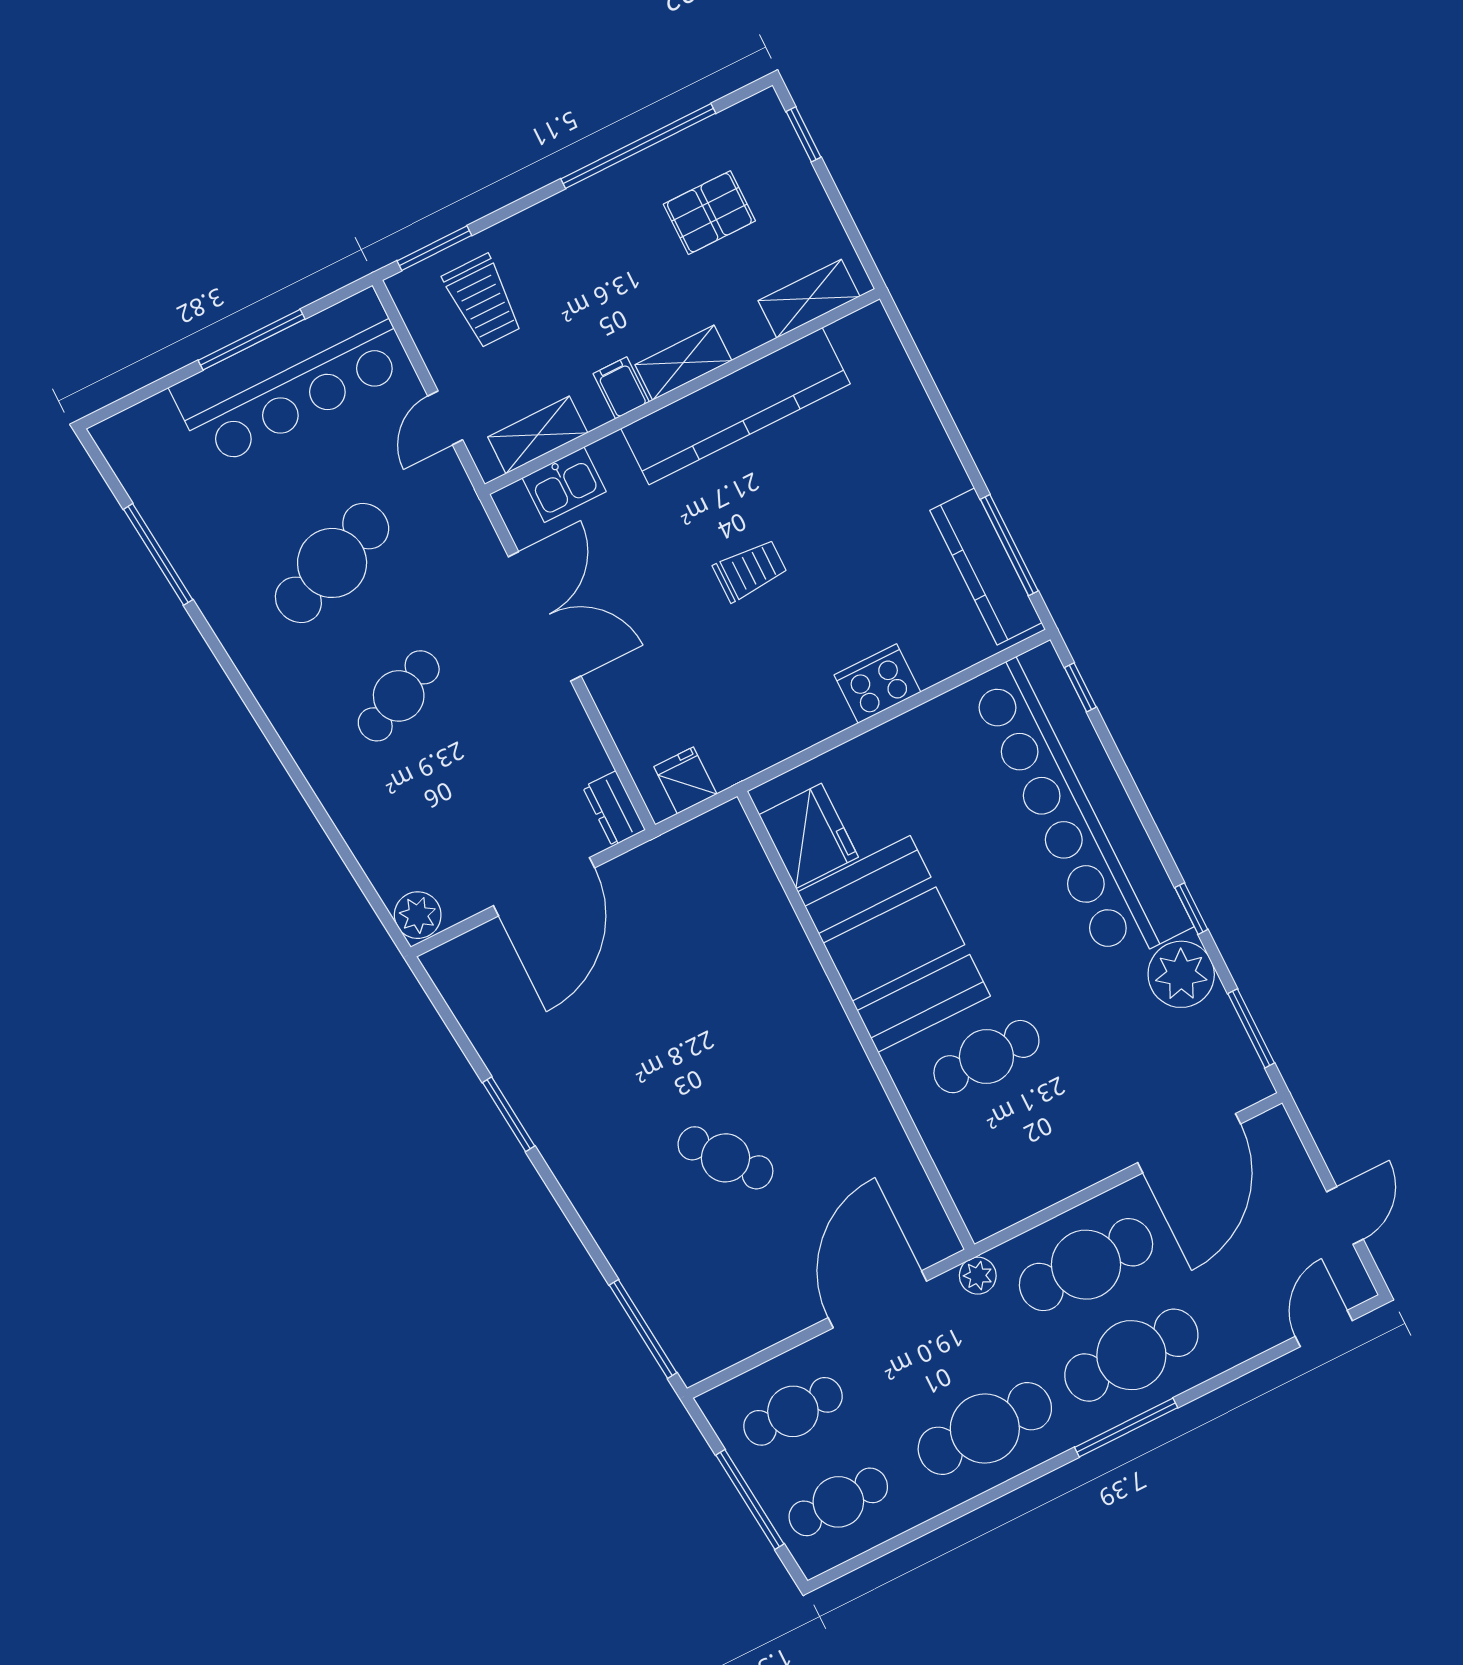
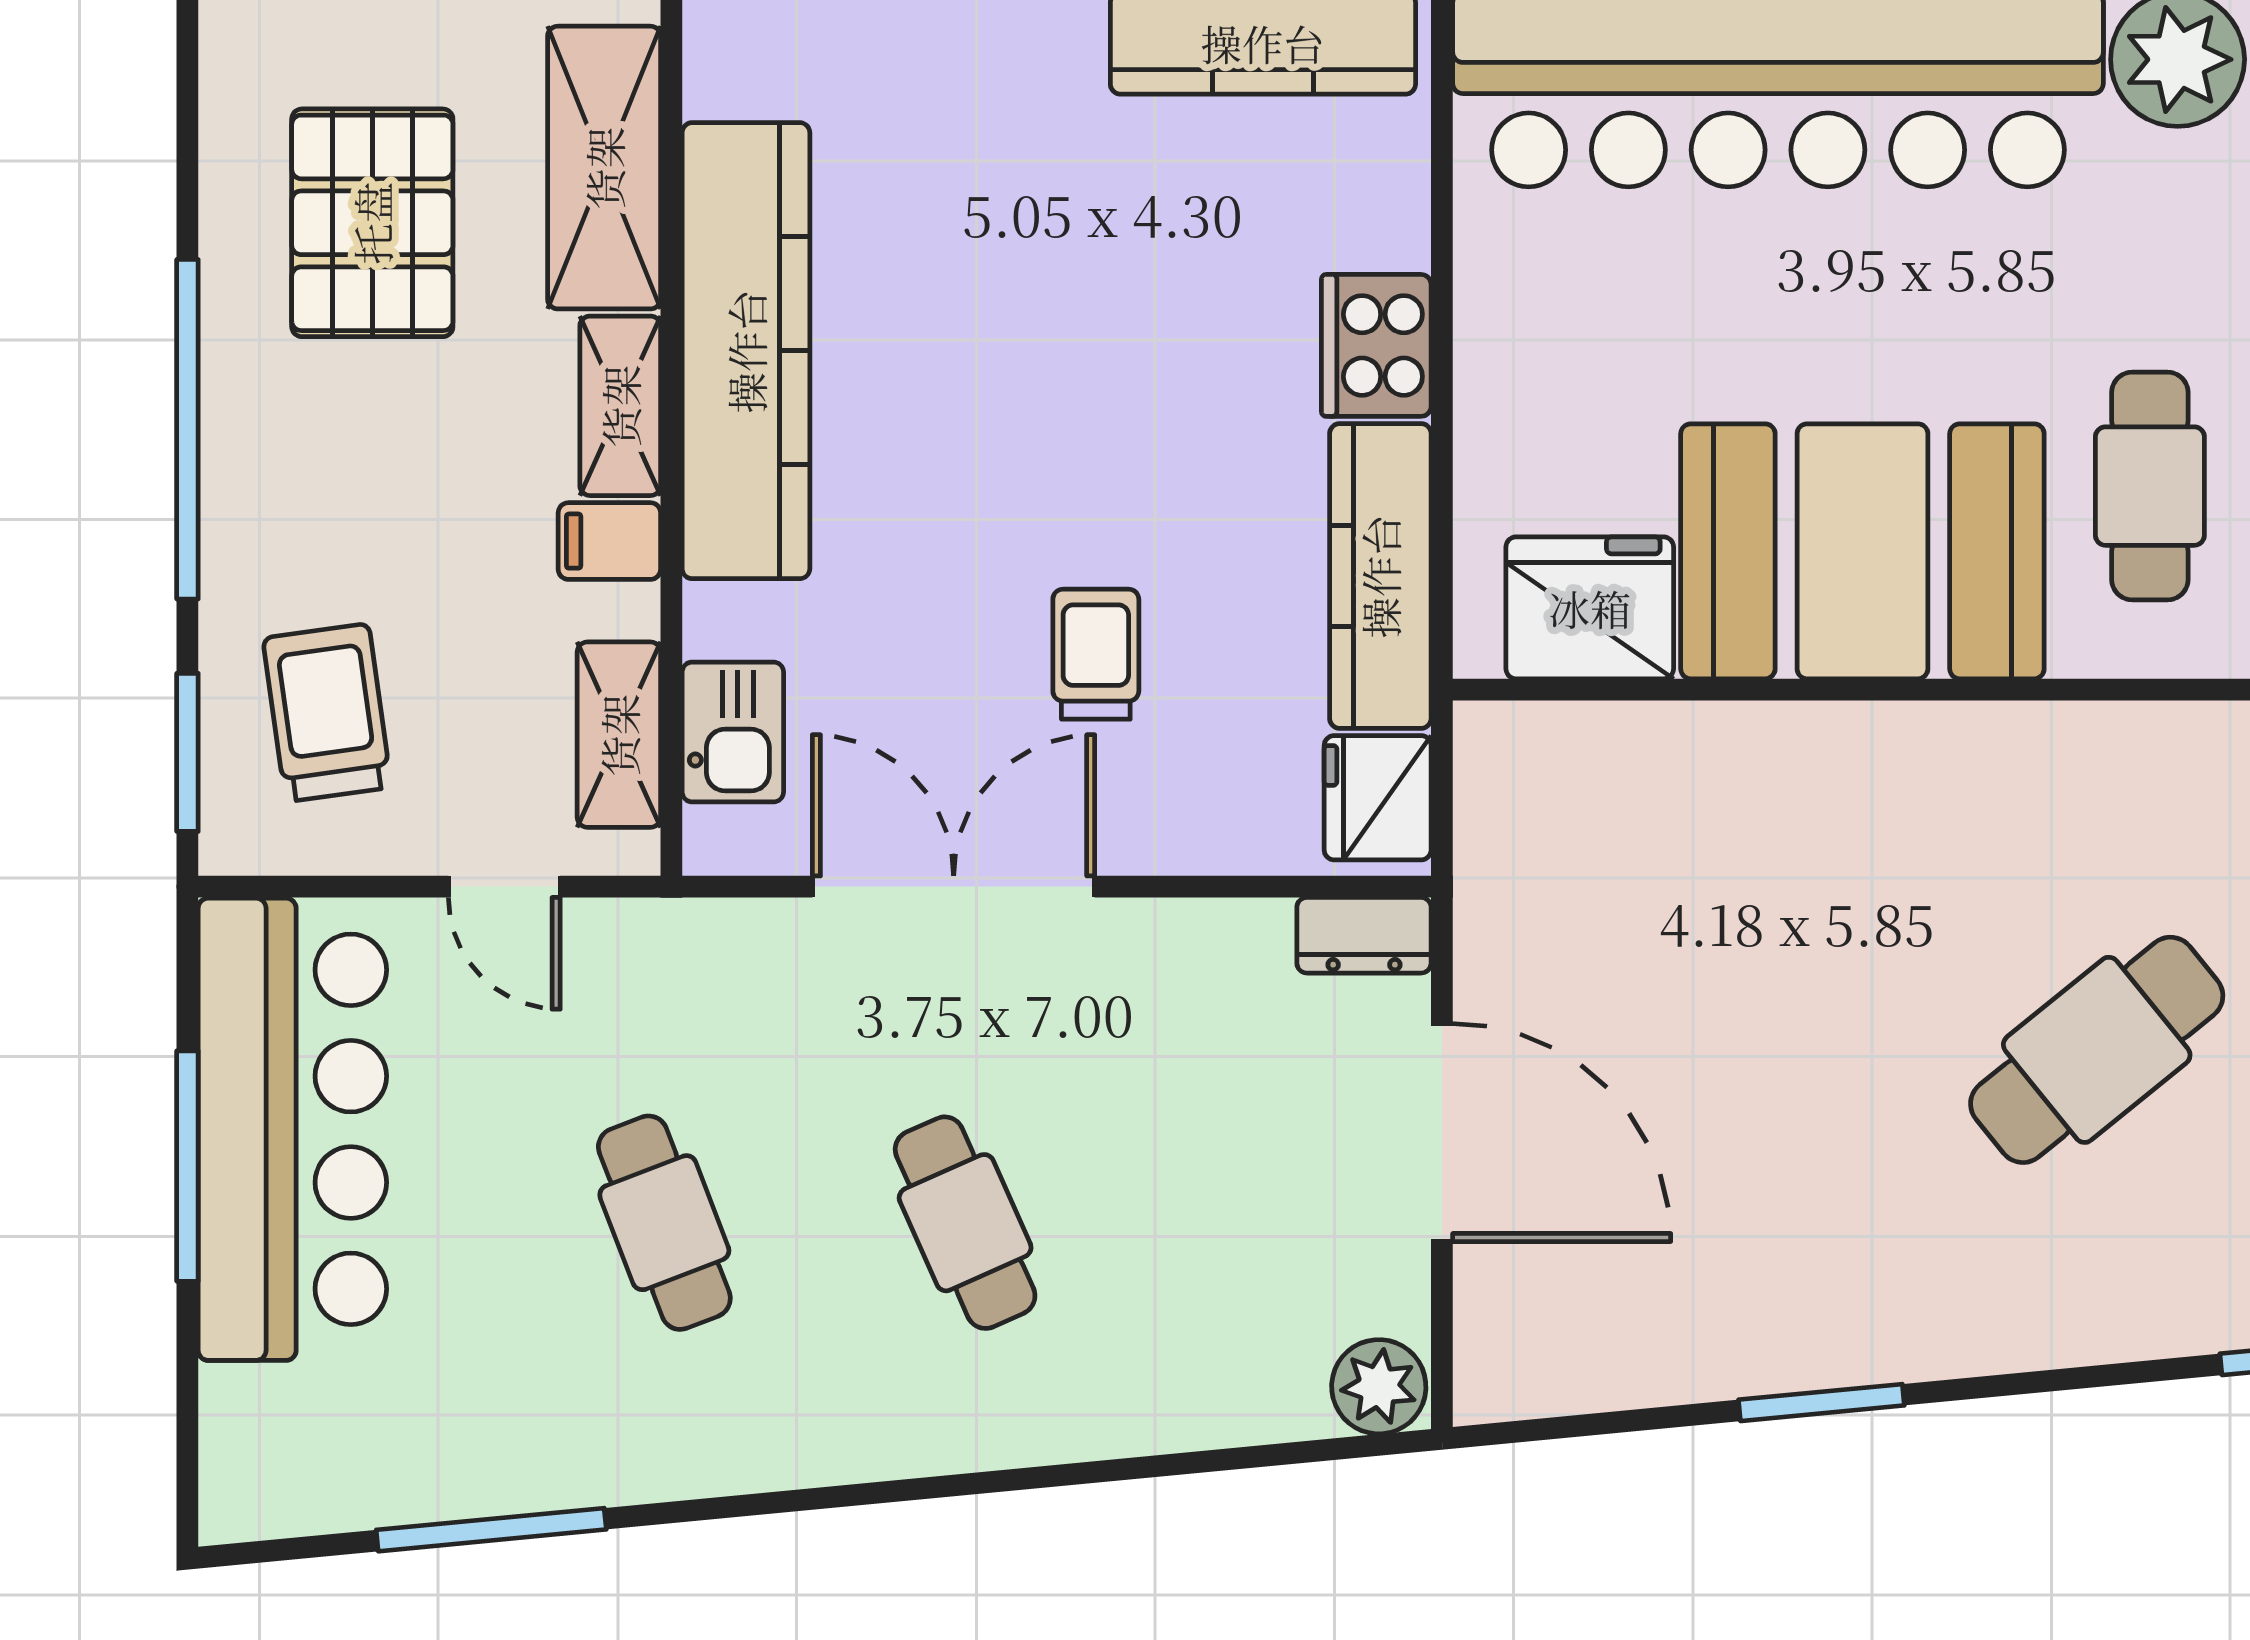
window: (638, 146) -> (187, 429), moved
pallet: (709, 213) -> (372, 223), width x1.50, depth x1.42
shelving: (809, 299) -> (604, 168), width x1.50, depth x1.33
trolley: (483, 301) -> (327, 713), turned -98
cafe table: (332, 563) -> (664, 1223), width x0.73, depth x0.74
trolley: (750, 570) -> (1096, 654), moved
kitchen counter: (776, 736) -> (1380, 576), added
fridge: (685, 780) -> (1378, 798), width x1.38
cafe table: (725, 1158) -> (2097, 1050), width x1.37, depth x1.35

